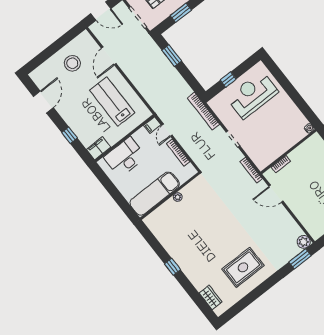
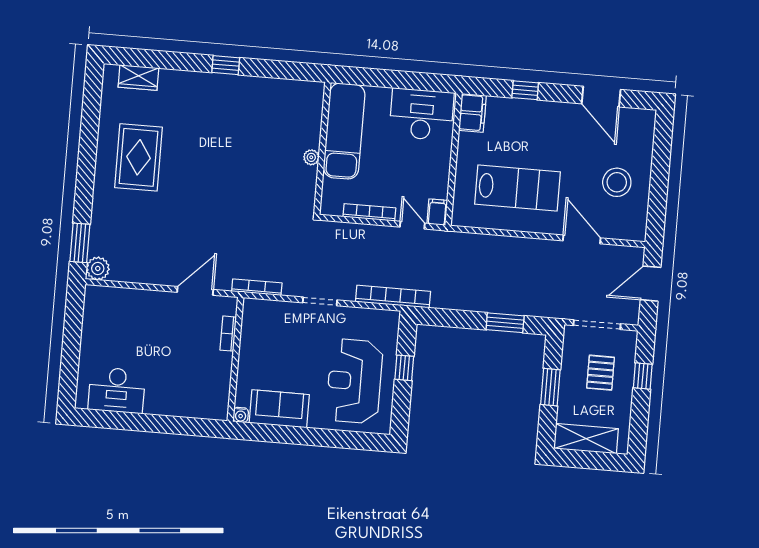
reception desk: (252, 95) -> (354, 381), turned 180
sofa: (292, 115) -> (279, 409), added
desk: (125, 157) -> (422, 114), moved, turned -90

